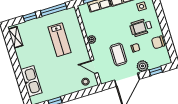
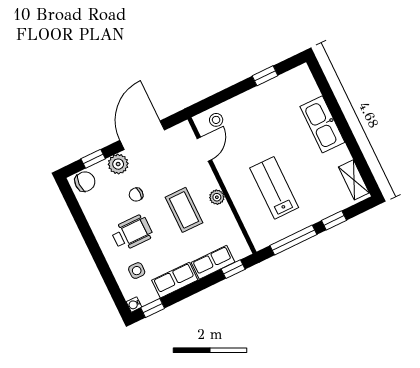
chair: (158, 42) -> (85, 182), moved
coffee table: (118, 54) -> (184, 210), moved
door: (94, 67) -> (204, 149), hinge flipped
kitchen sink: (31, 81) -> (322, 124), moved

